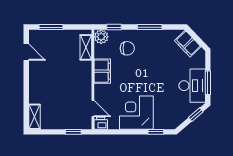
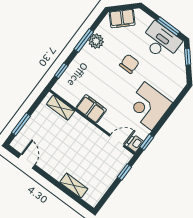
plant: (101, 37) -> (96, 41), moved
chair: (127, 48) -> (129, 64), moved
door: (26, 52) -> (27, 161), hinge flipped
shelving: (35, 117) -> (74, 186), moved
window: (156, 132) -> (147, 142), moved

